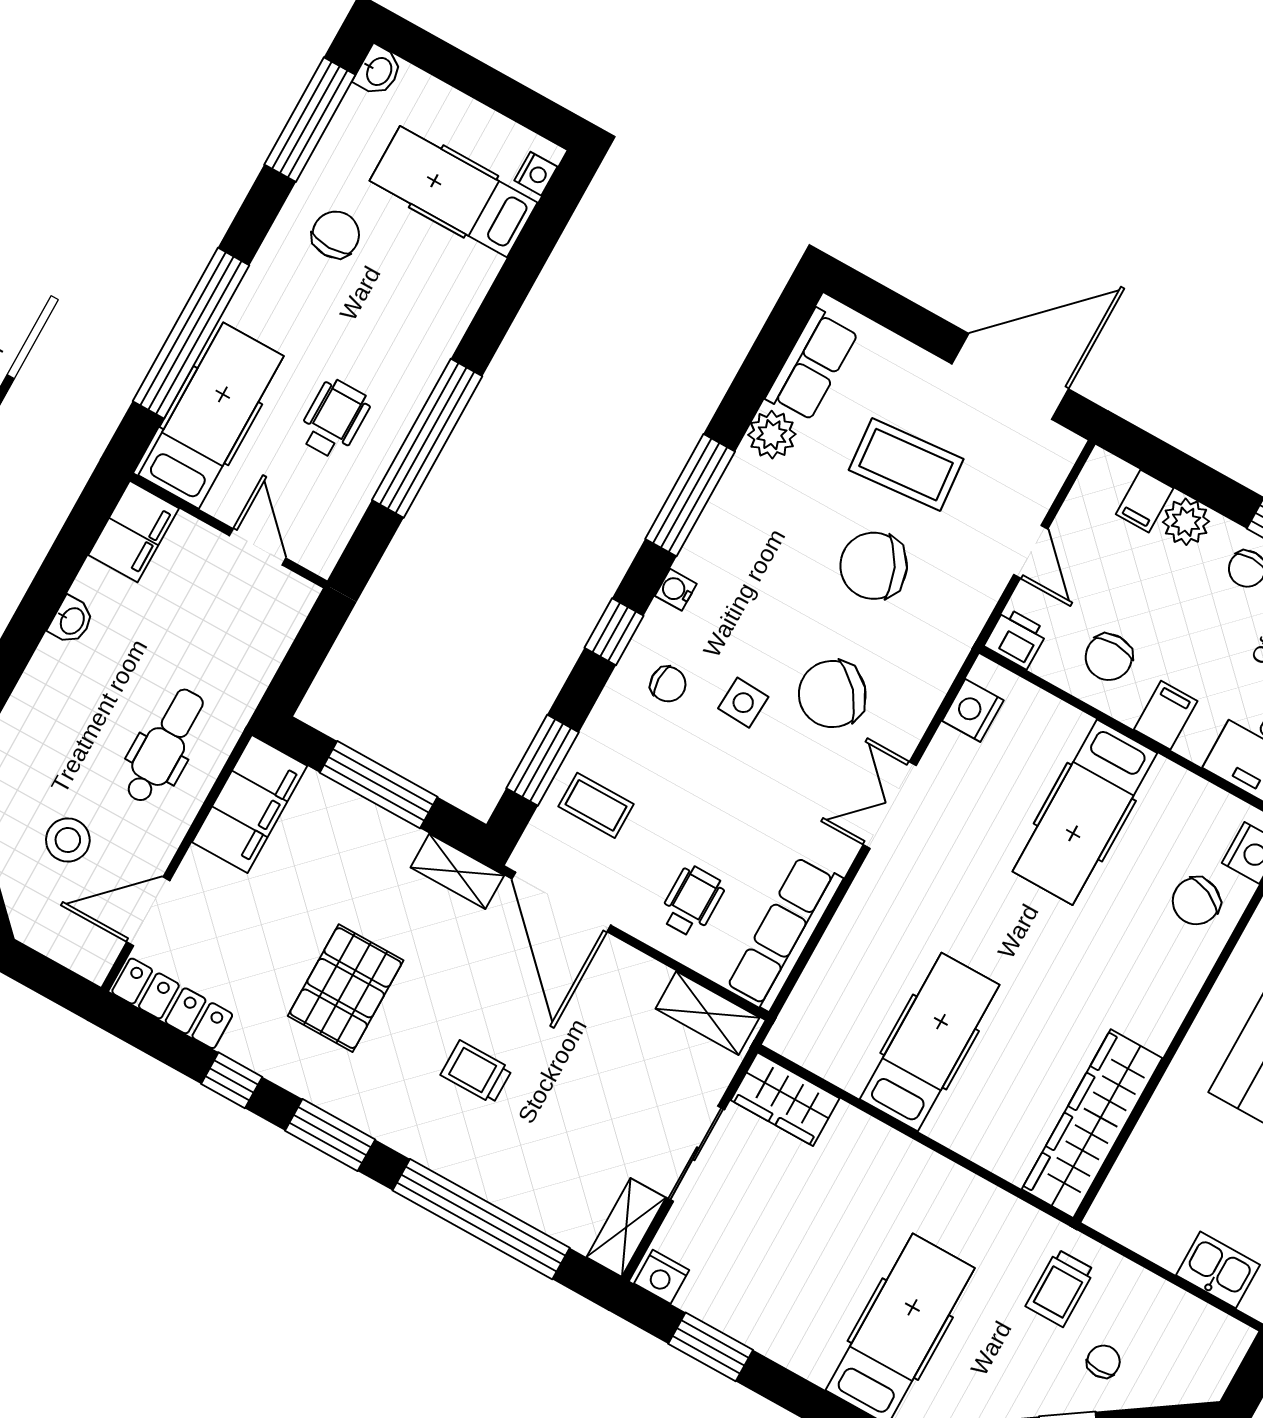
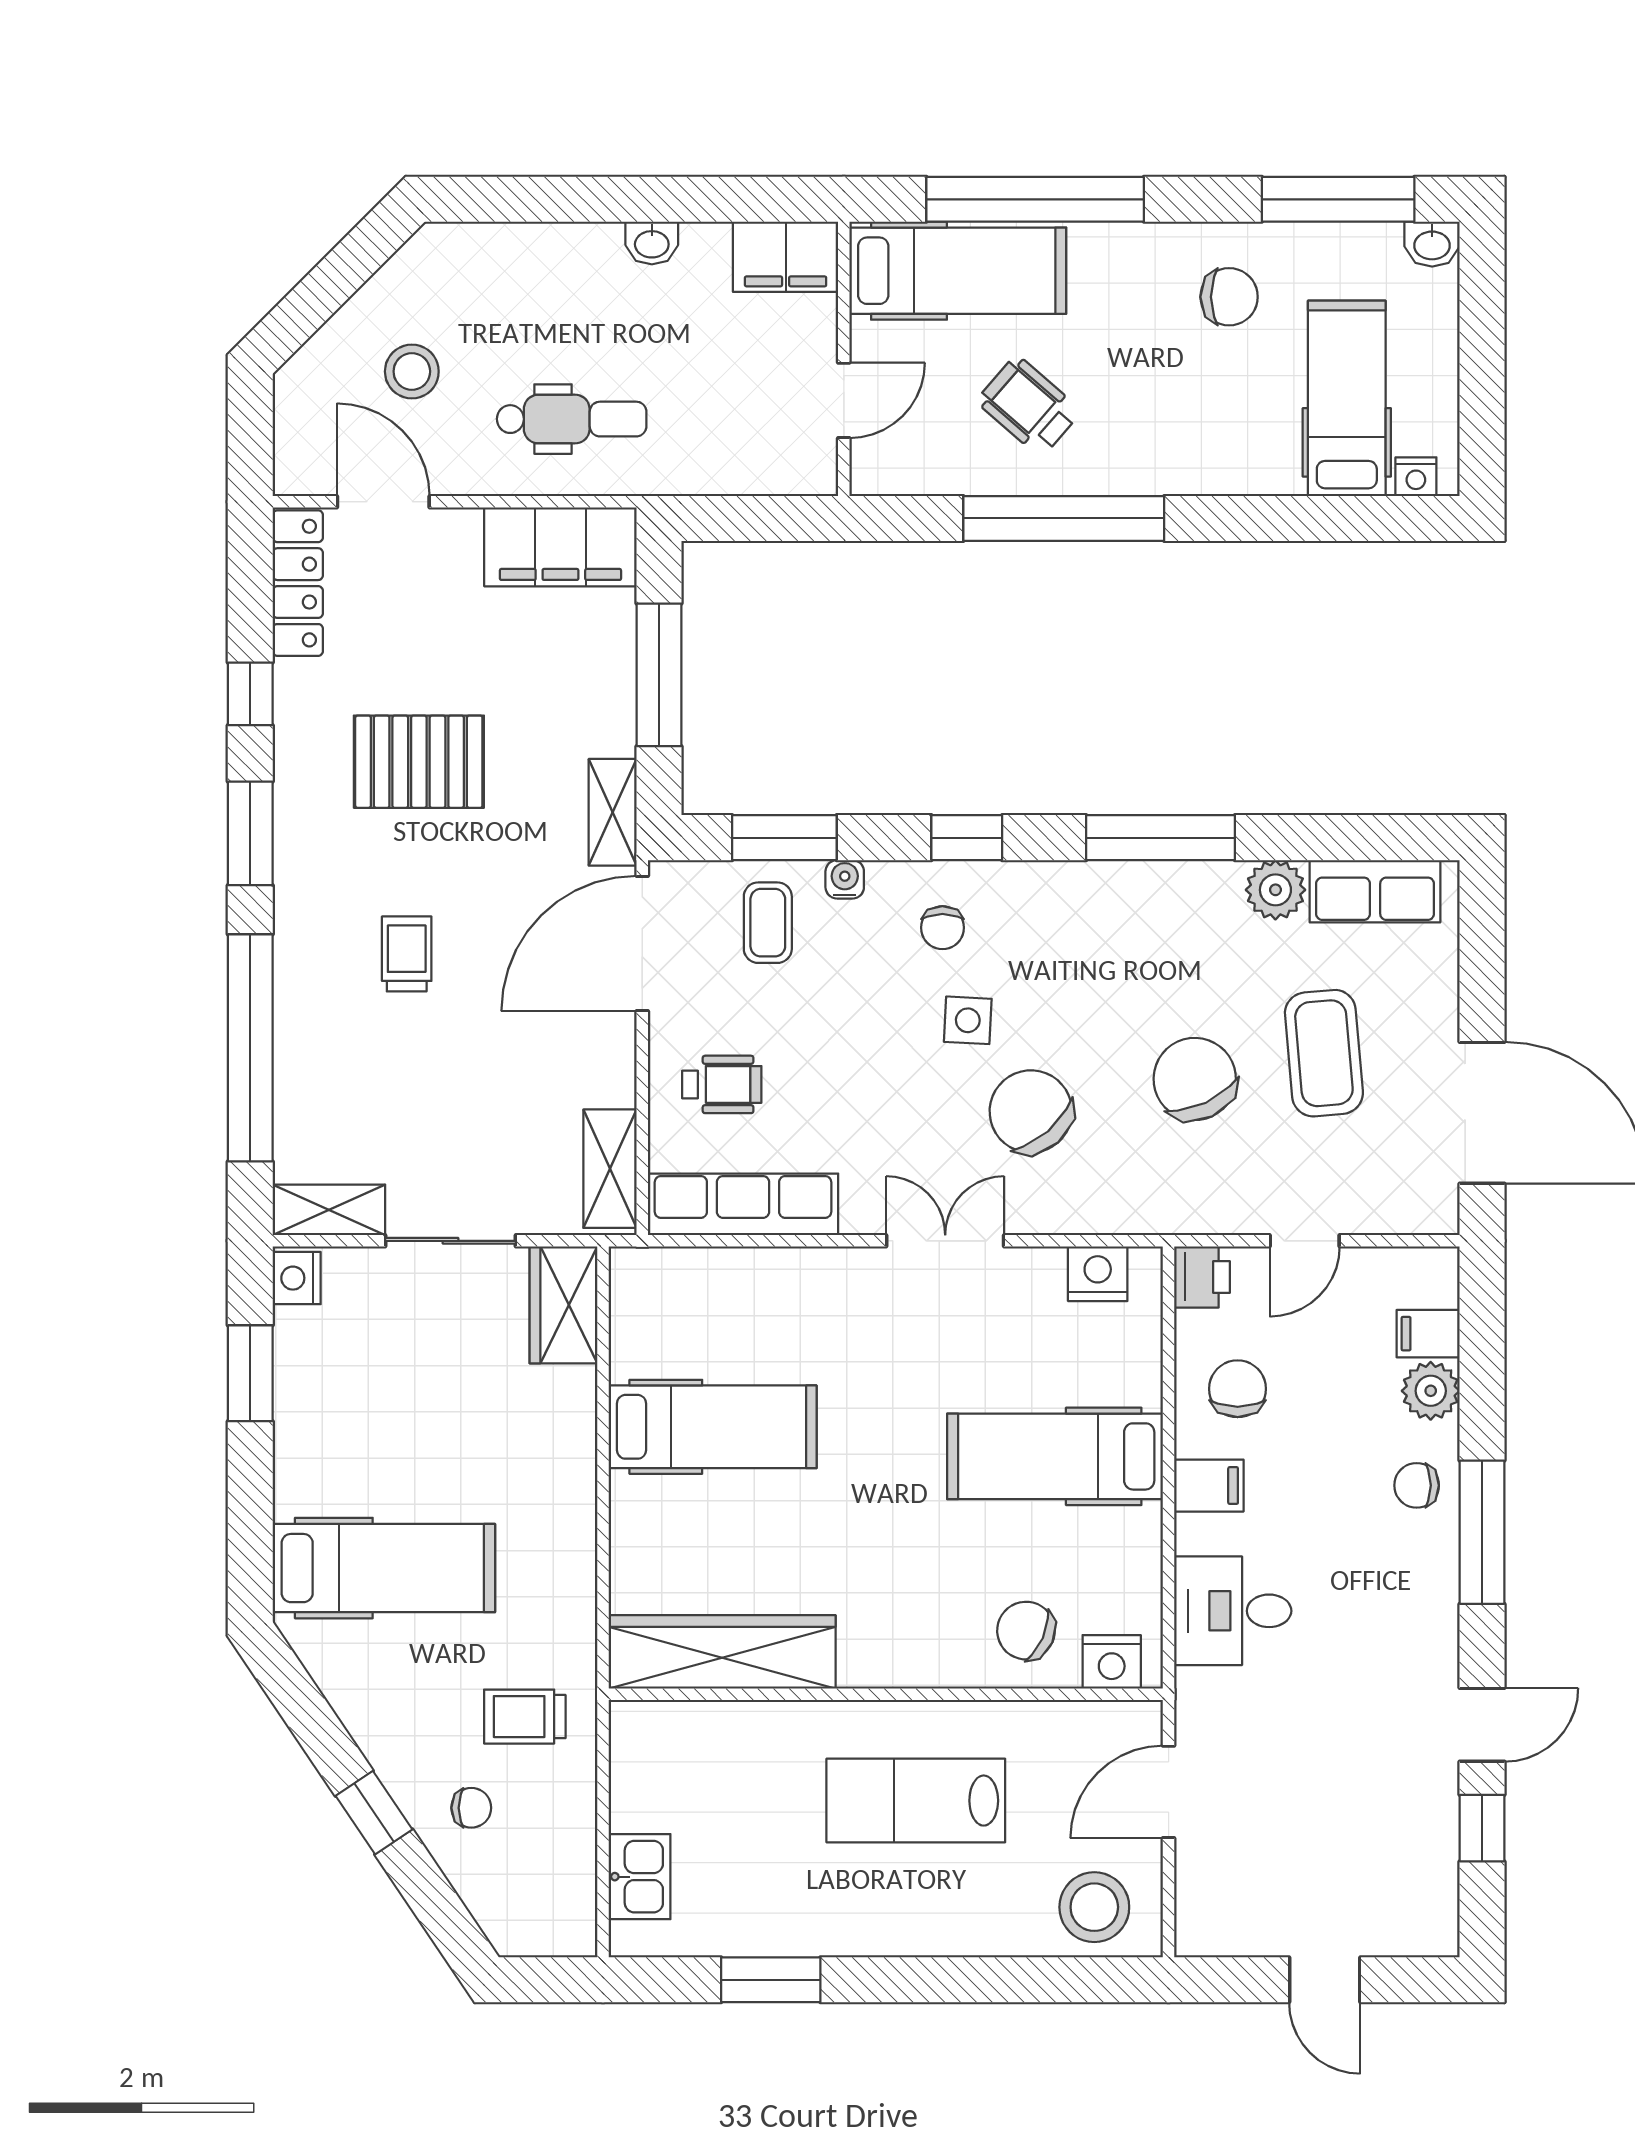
wheelchair: (334, 419) -> (1029, 406), turned -139
water cooler: (676, 590) -> (845, 879), moved
chair: (1109, 657) -> (1238, 1389), turned 89

